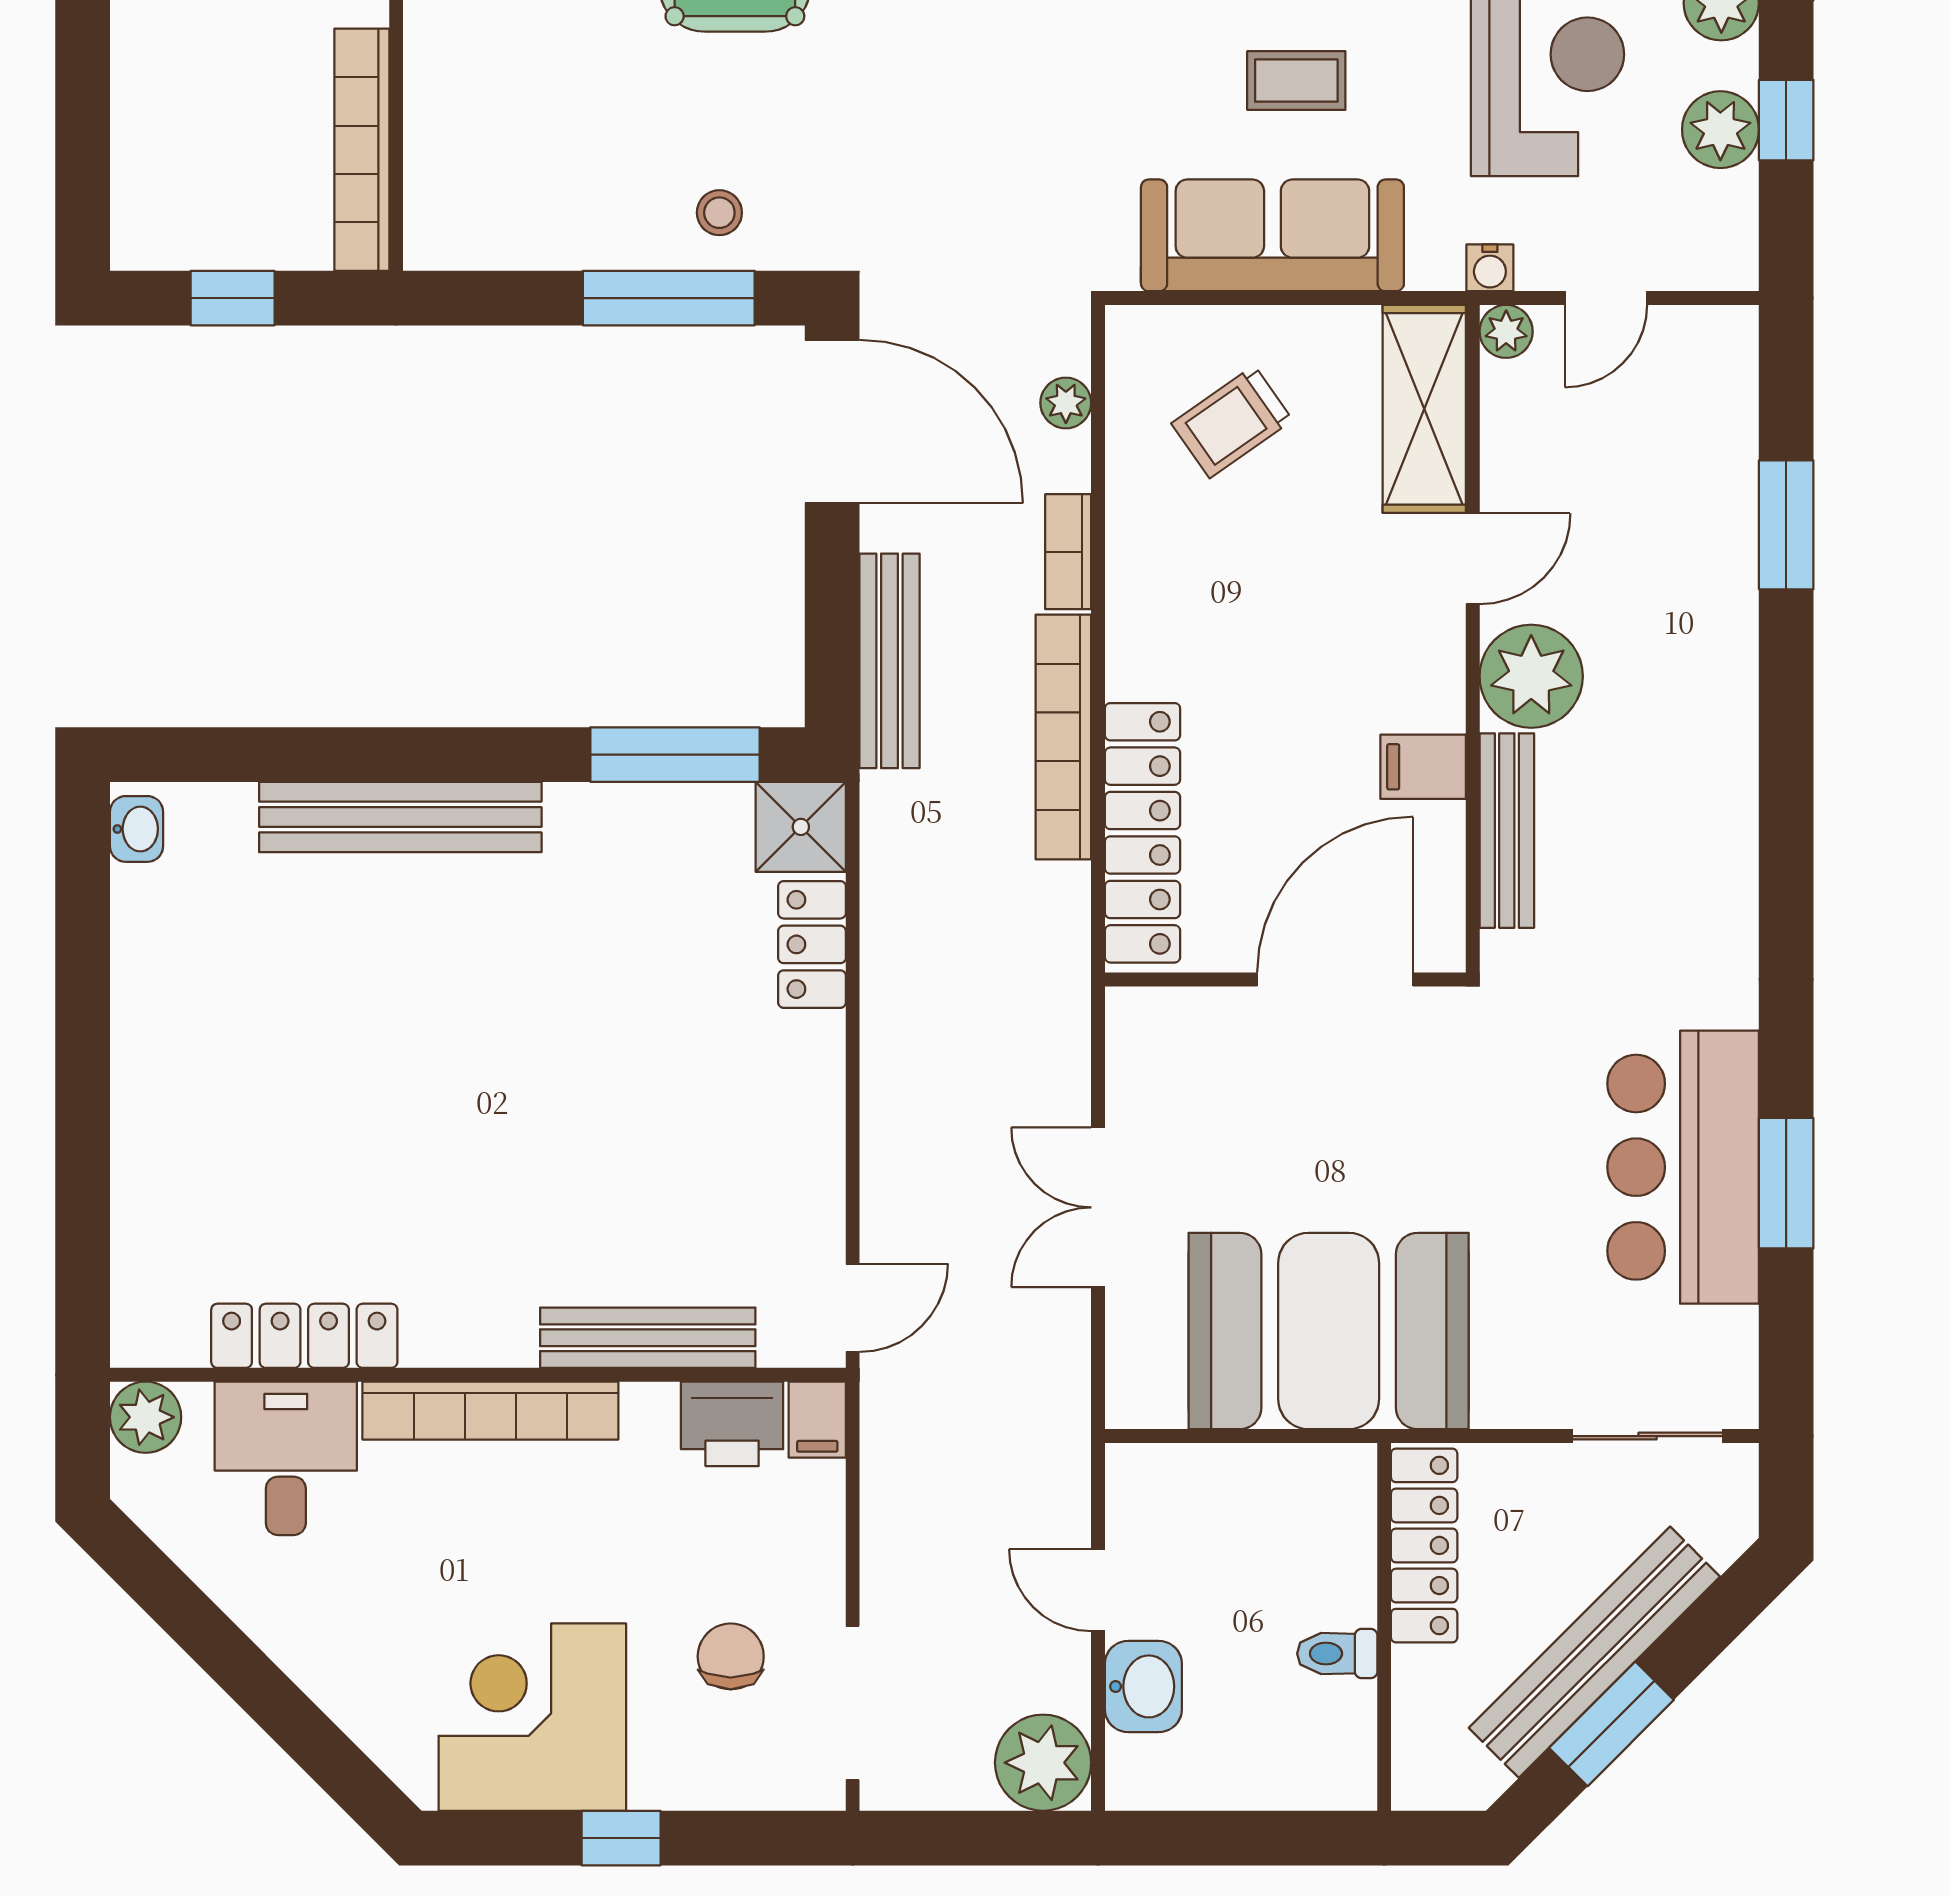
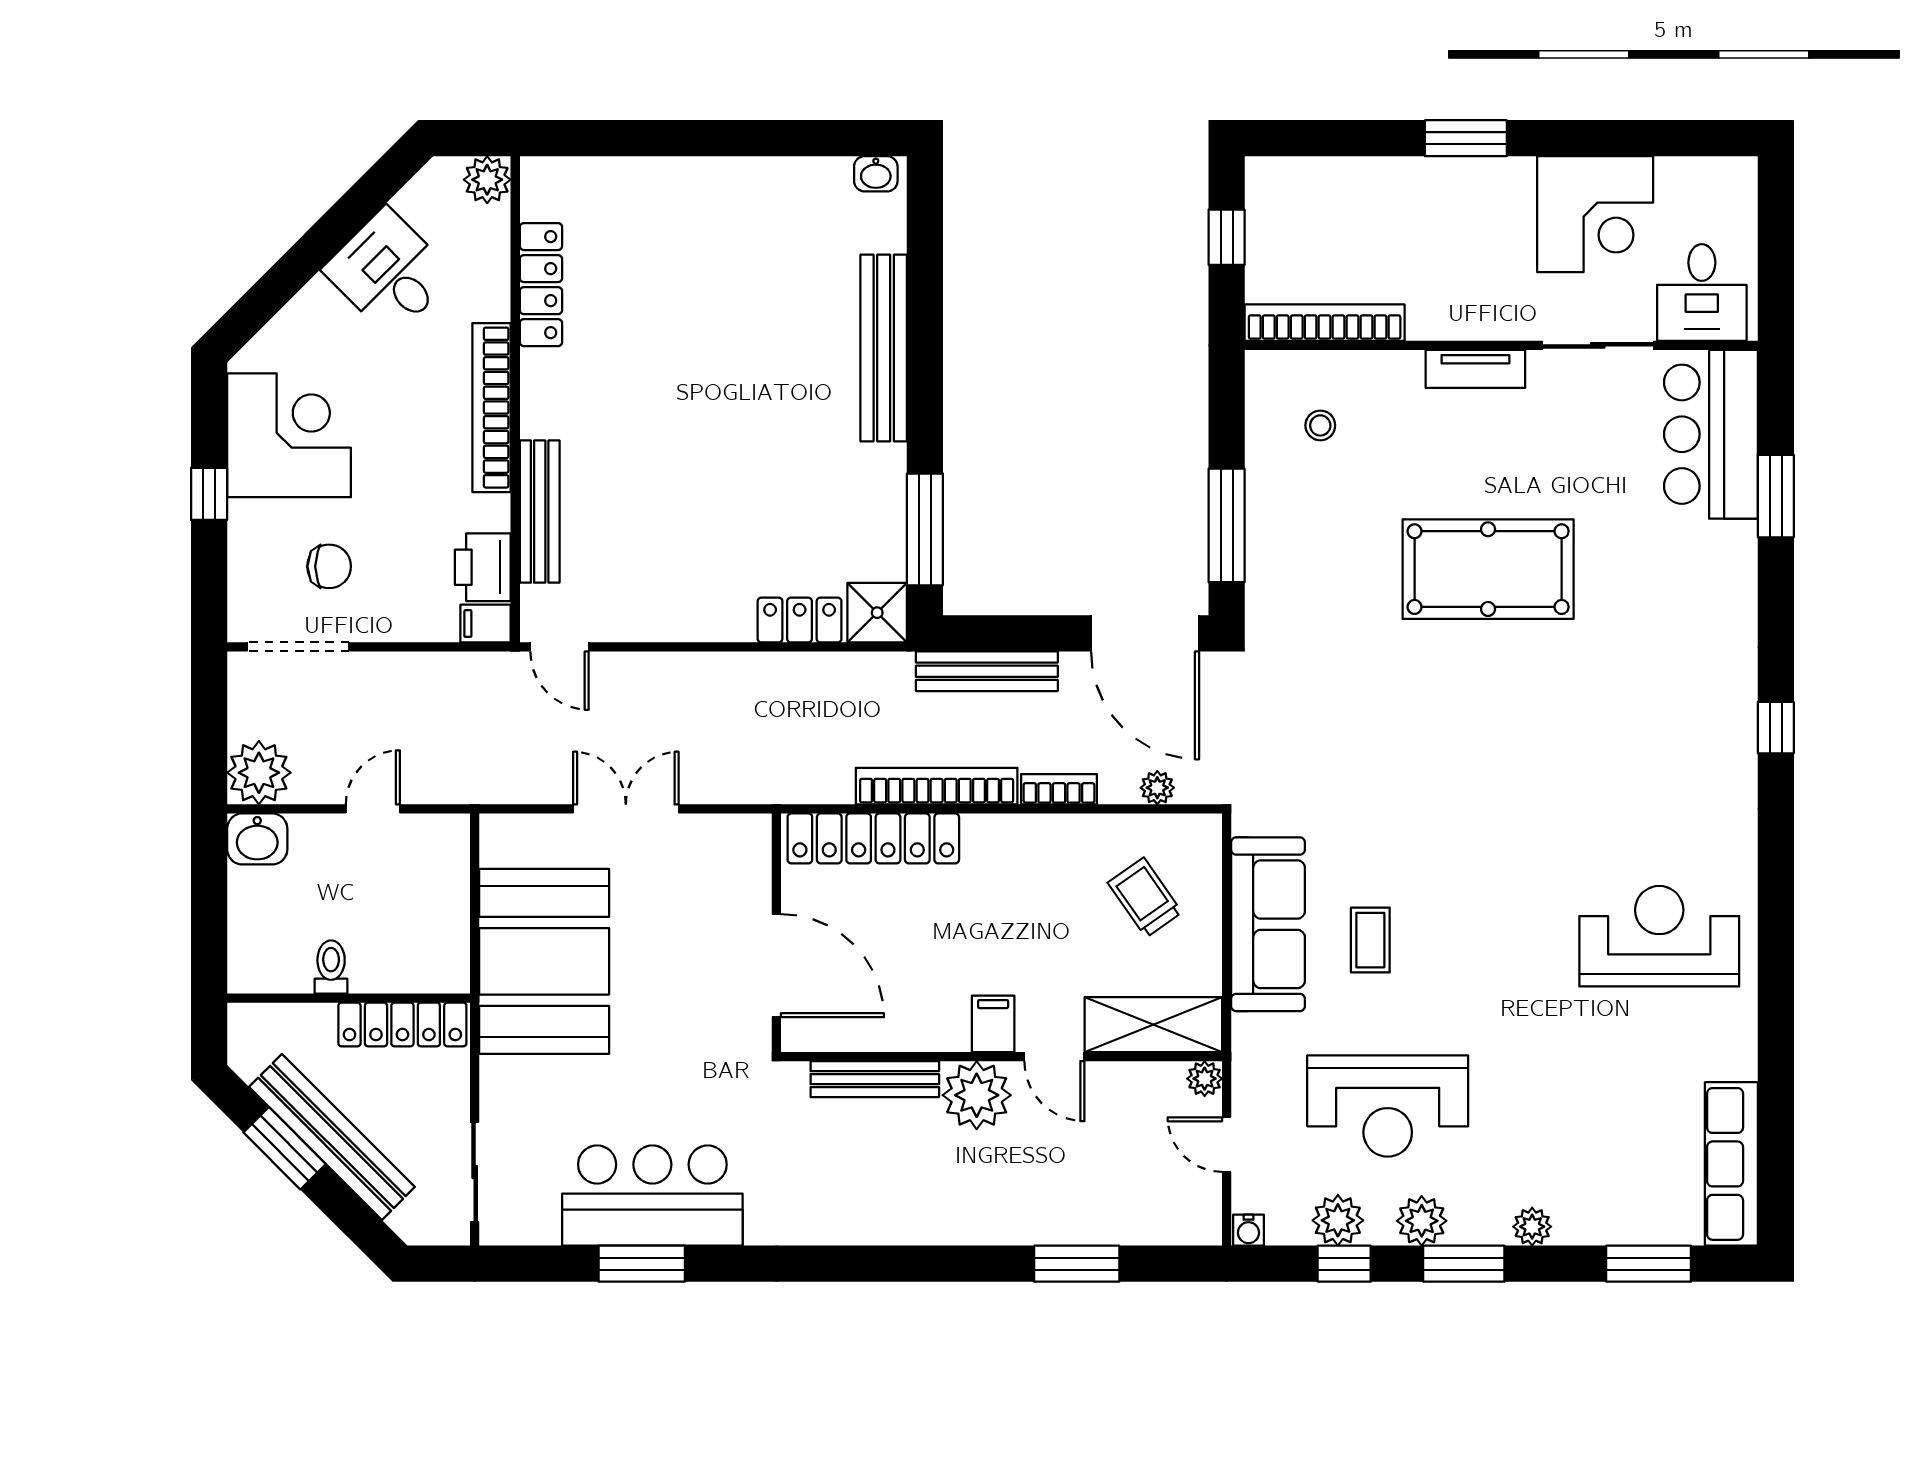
stool: (719, 213) -> (1320, 425), moved
water cooler: (1490, 268) -> (1248, 1230), moved, turned -90
door: (832, 421) -> (1145, 633), hinge flipped
filing cabinet: (1423, 767) -> (993, 1024), moved
desk: (286, 1458) -> (389, 272), moved, turned -135
washbasin: (1143, 1686) -> (257, 839), moved

